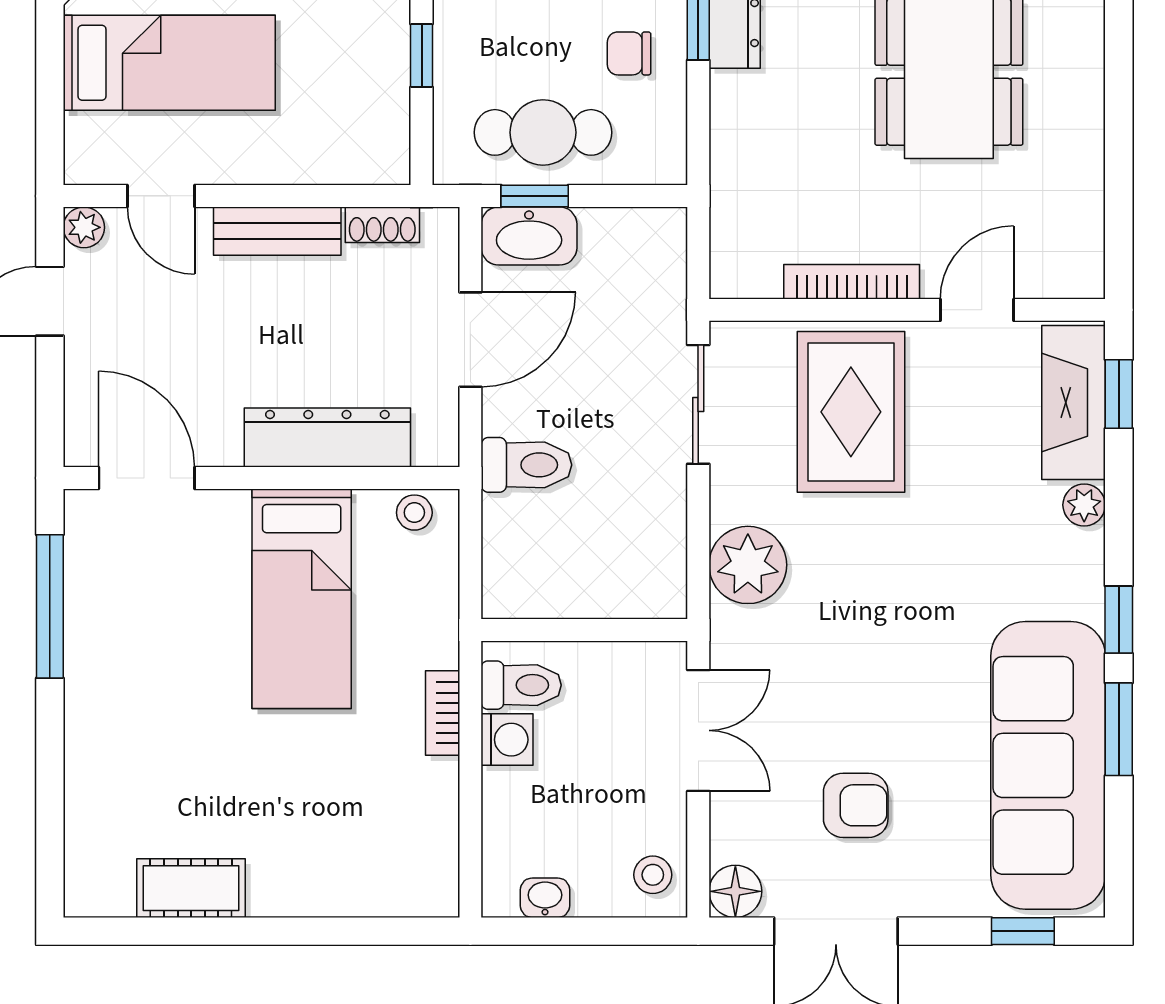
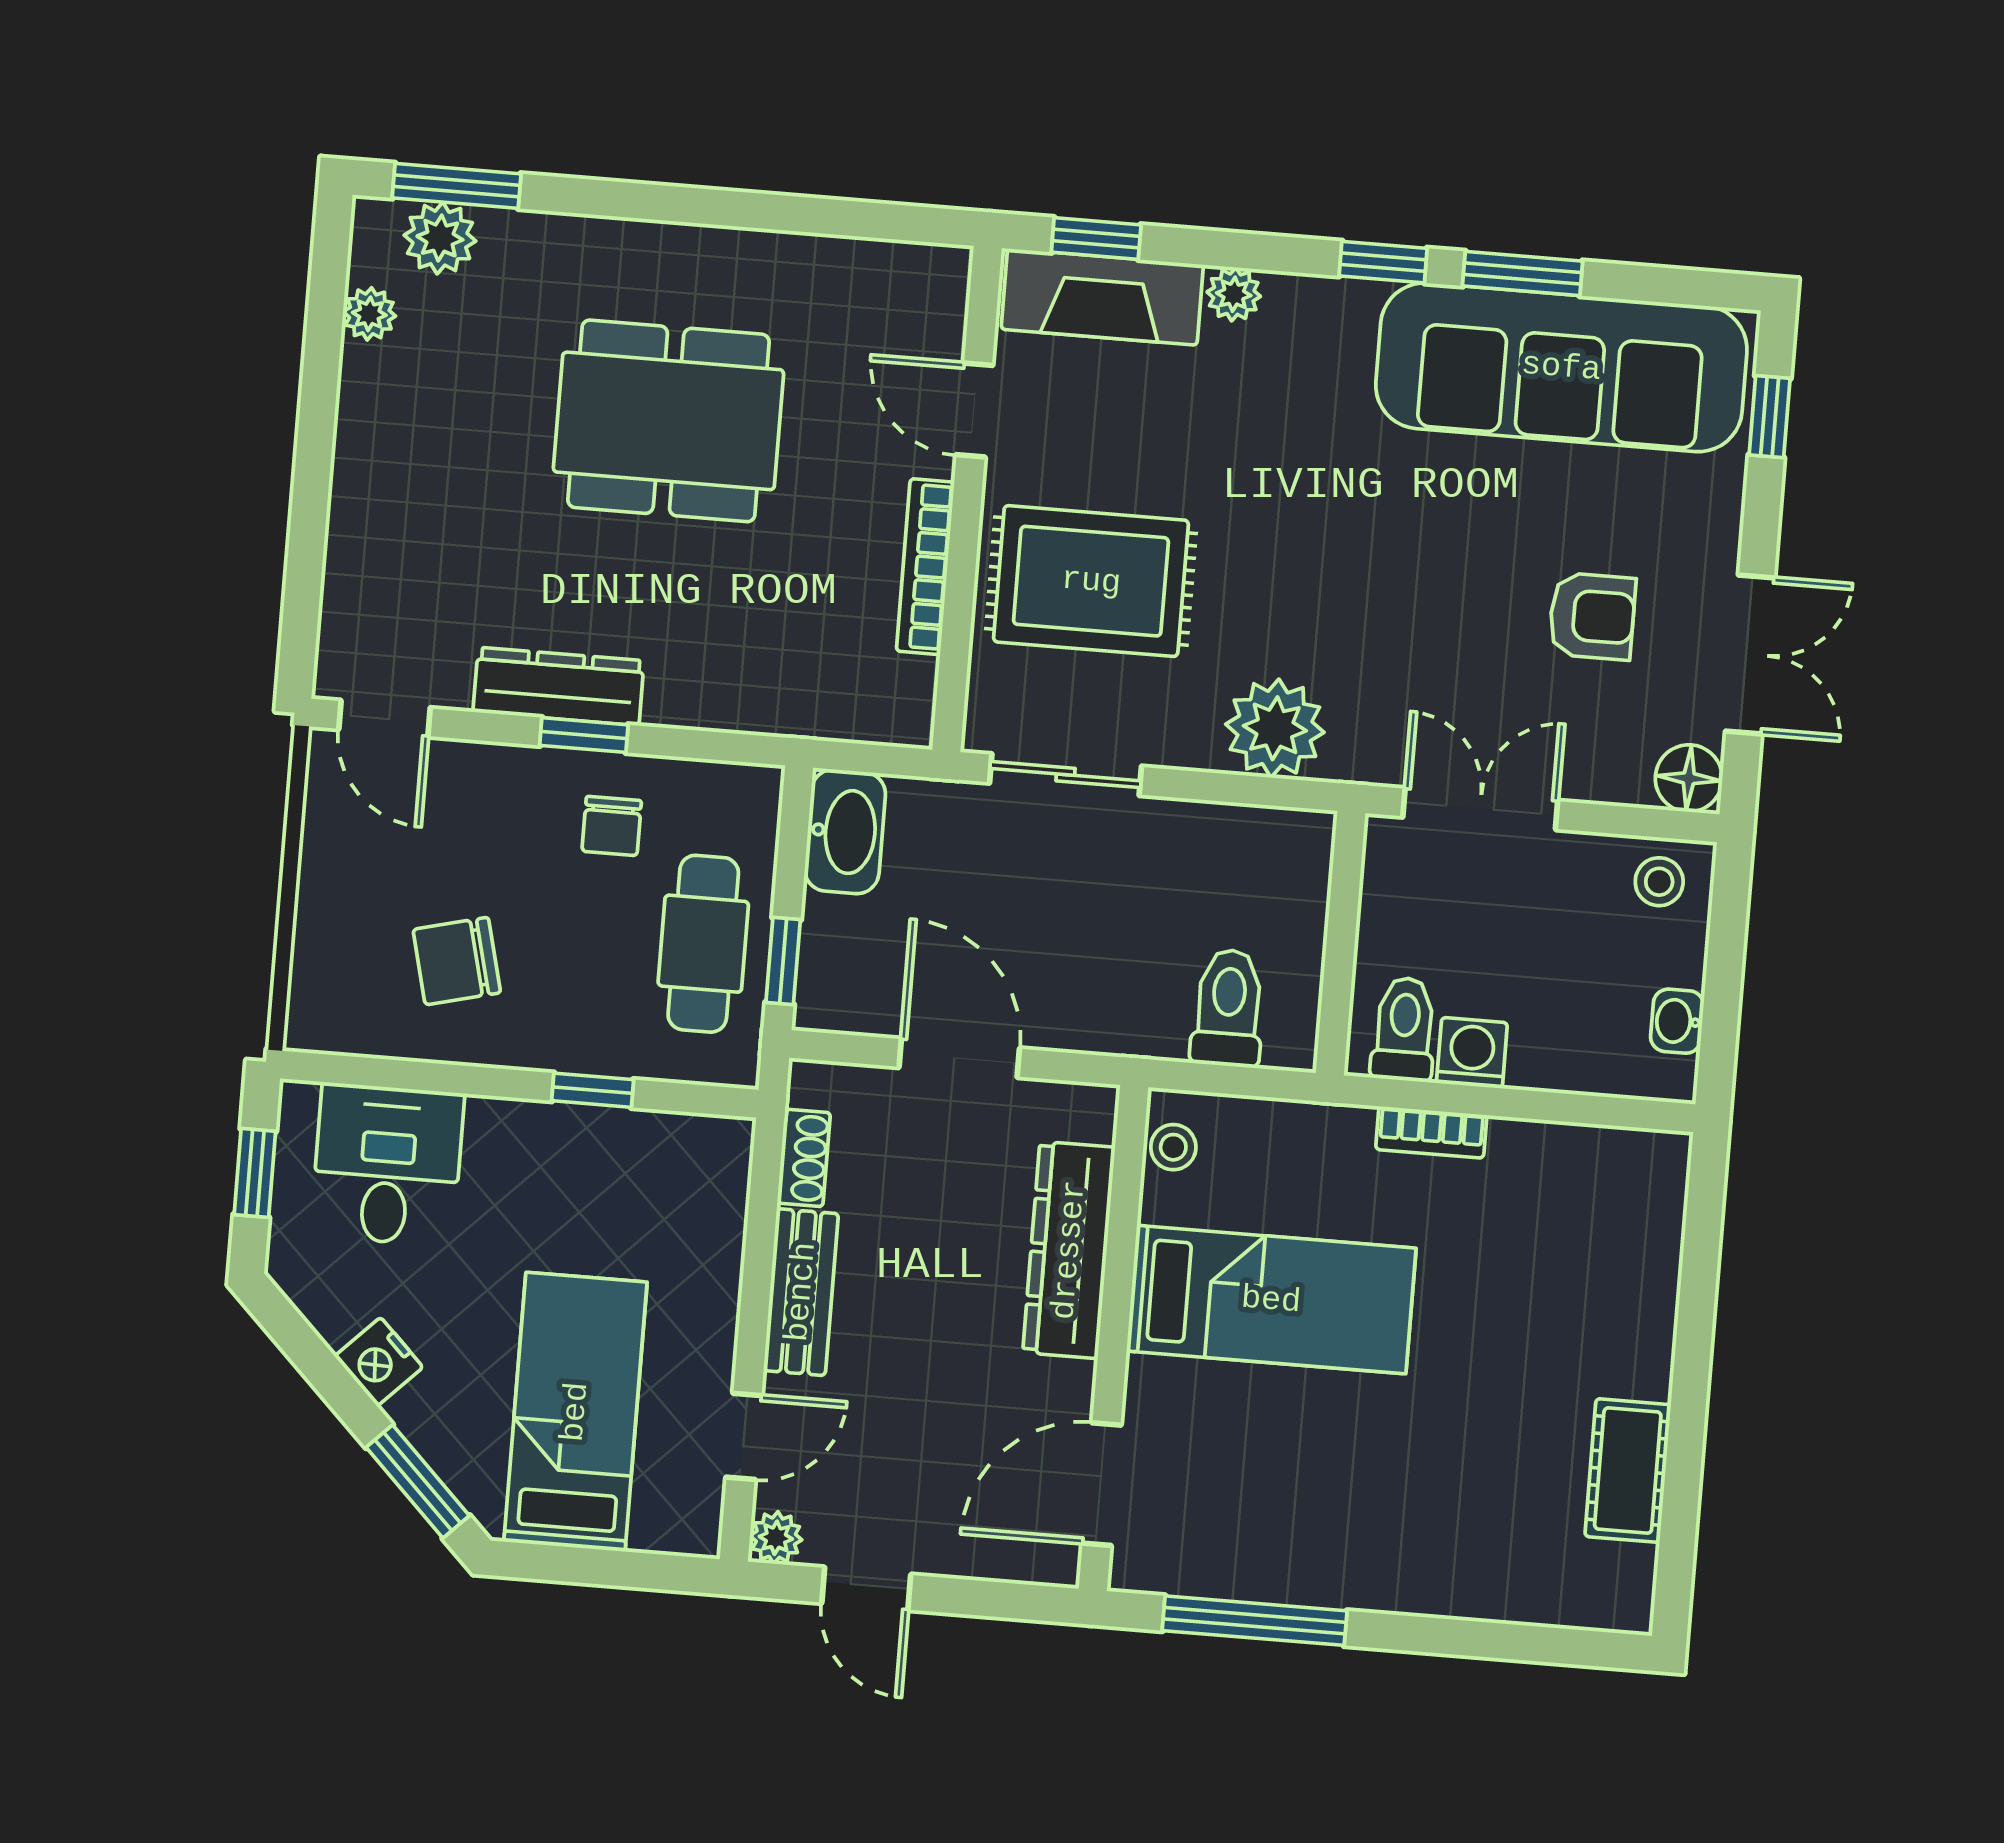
washbasin: (529, 236) -> (845, 832), moved
toilet: (526, 465) -> (1228, 1008), moved
armchair: (856, 805) -> (1592, 616), turned 90

